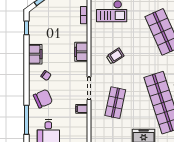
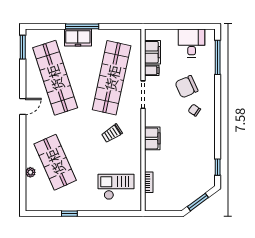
filing cabinet: (35, 54) -> (152, 52), moved, turned 180
chair: (43, 99) -> (186, 87), moved
shop shelf: (115, 103) -> (112, 78), width x2.00, depth x1.36

